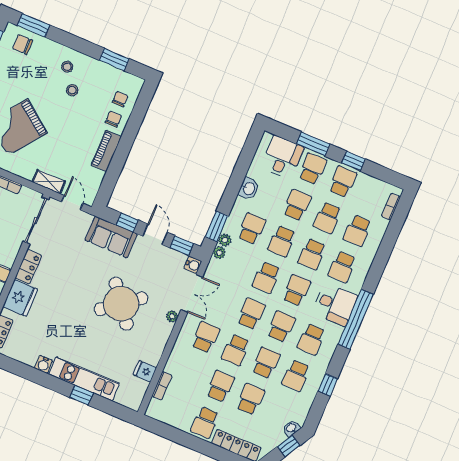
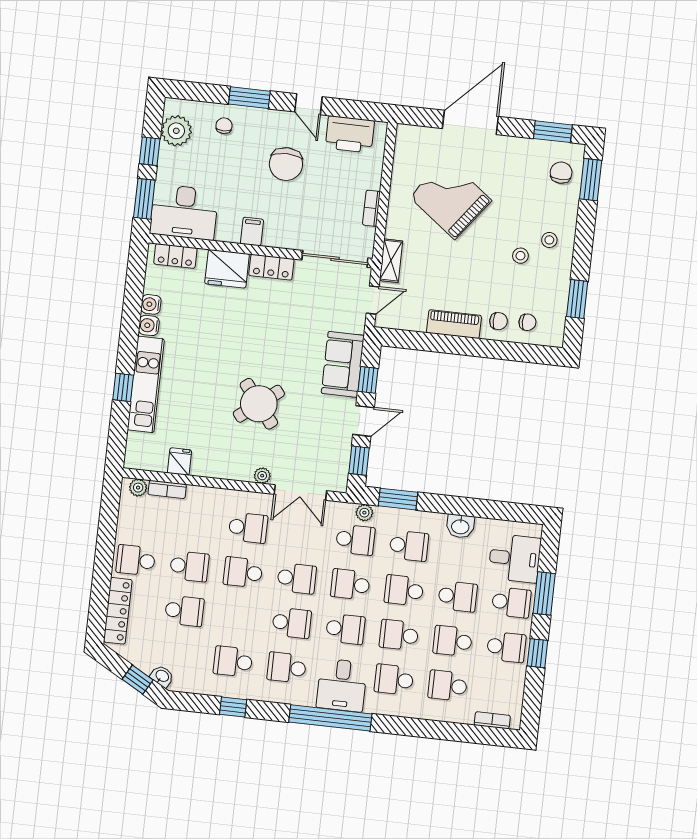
plant: (225, 240) -> (138, 488), moved
water cooler: (193, 265) -> (151, 304), moved, turned 90
round table: (121, 304) -> (259, 404), width x0.73, depth x0.73
school desk: (266, 363) -> (355, 540), moved

